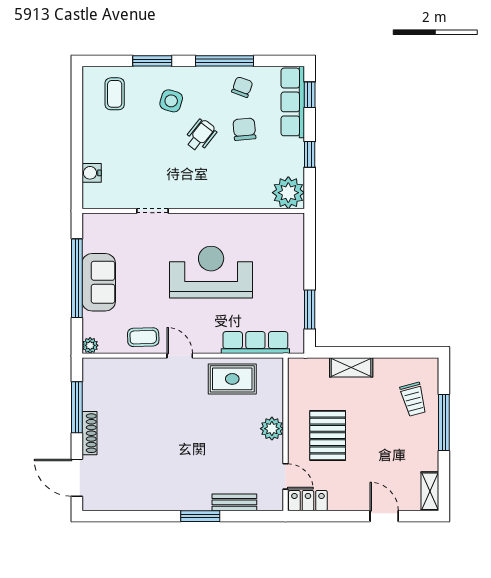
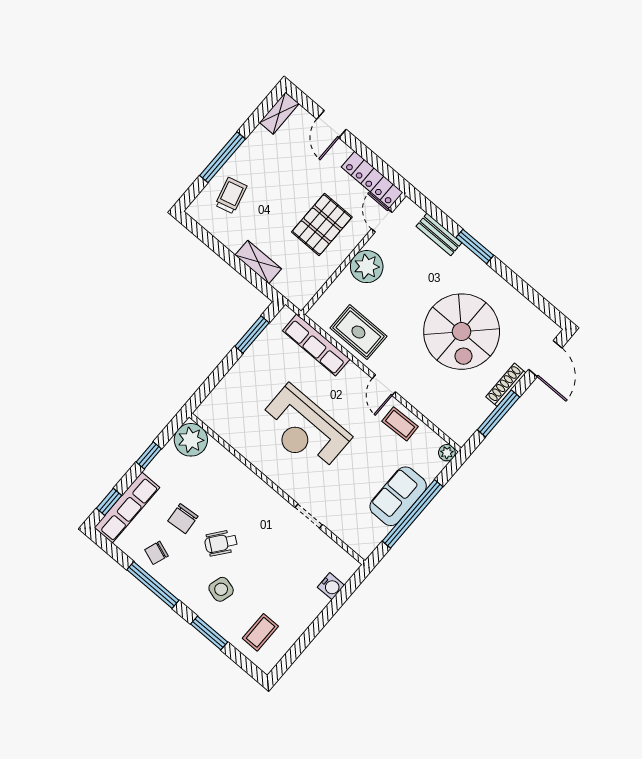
plant: (272, 429) -> (367, 267), width x1.36, depth x1.36
spiral stairs: (156, 445) -> (462, 332), added
locker: (308, 501) -> (372, 180), width x1.53

